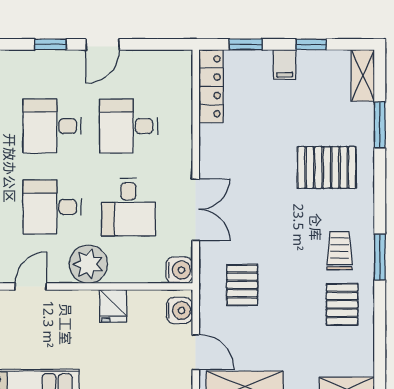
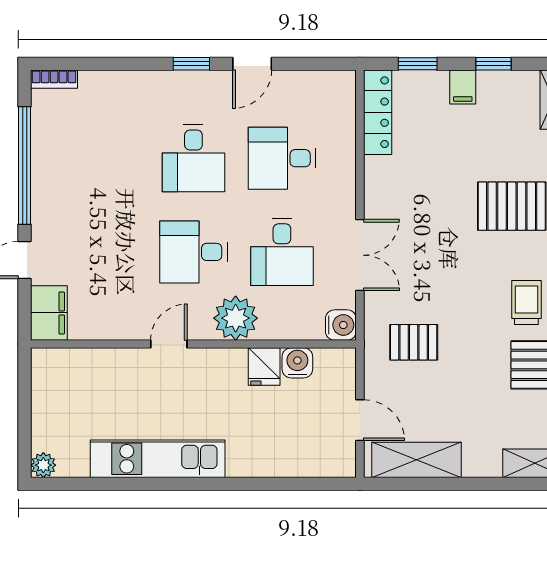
desk: (52, 126) -> (193, 158), turned -90
pallet: (242, 285) -> (414, 342), turned 90
water cooler: (179, 310) -> (297, 363), moved, turned -90

